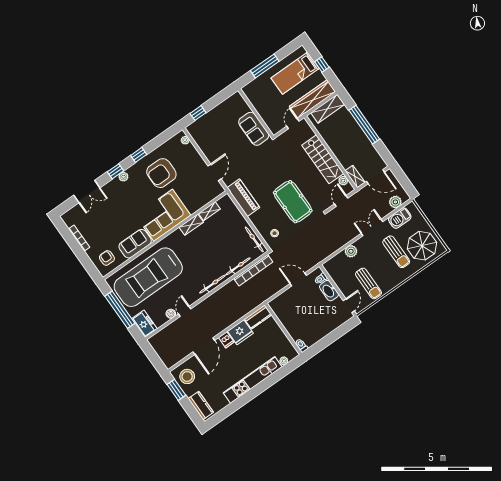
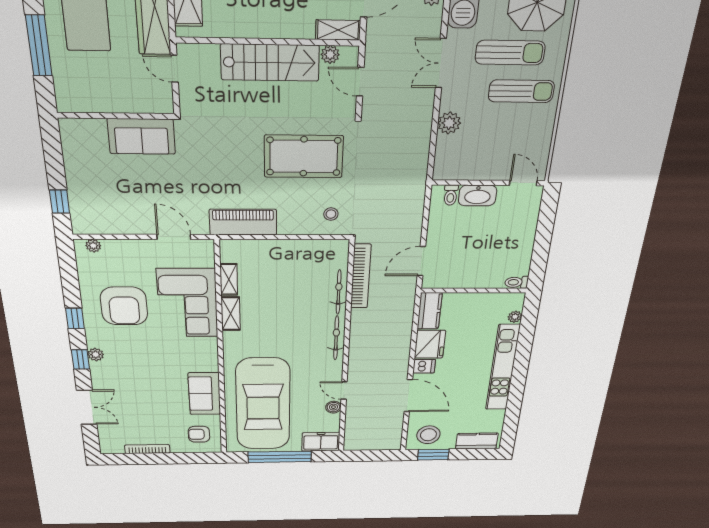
corner sofa: (163, 215) -> (188, 303), moved
bicycle: (254, 239) -> (318, 247), removed
door: (298, 280) -> (421, 261), moved
sun lounger: (368, 283) -> (521, 91), moved

